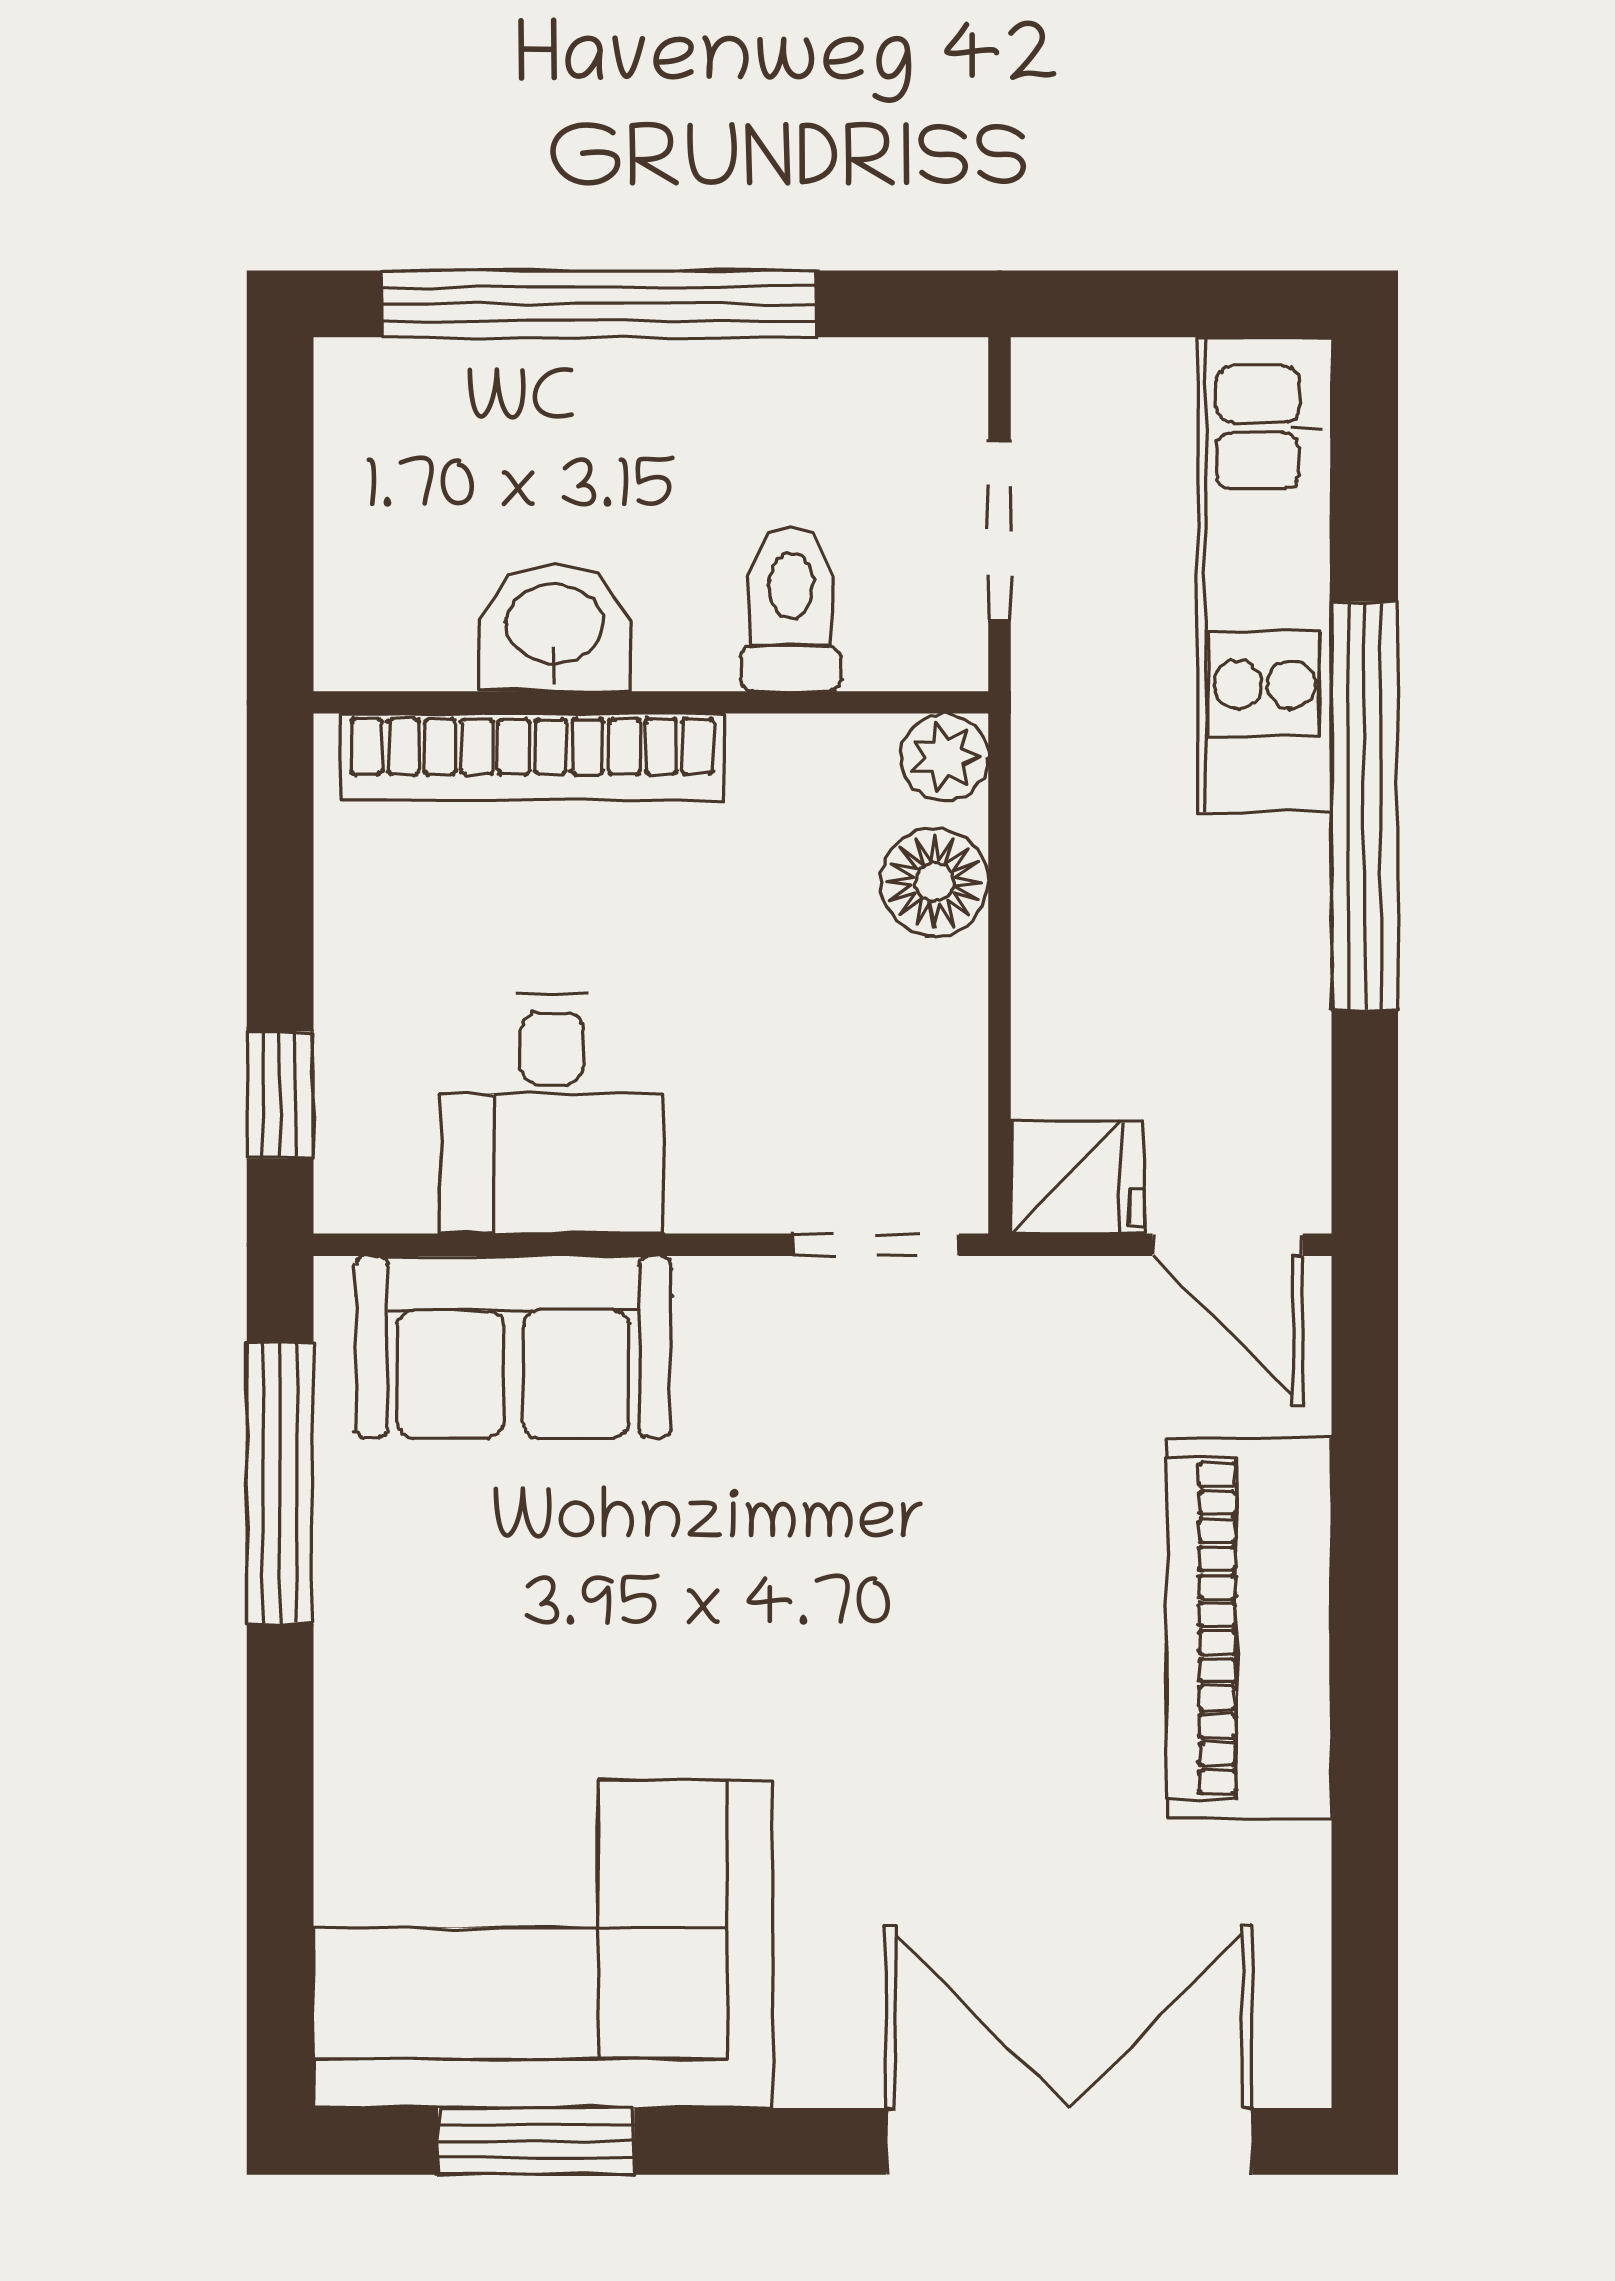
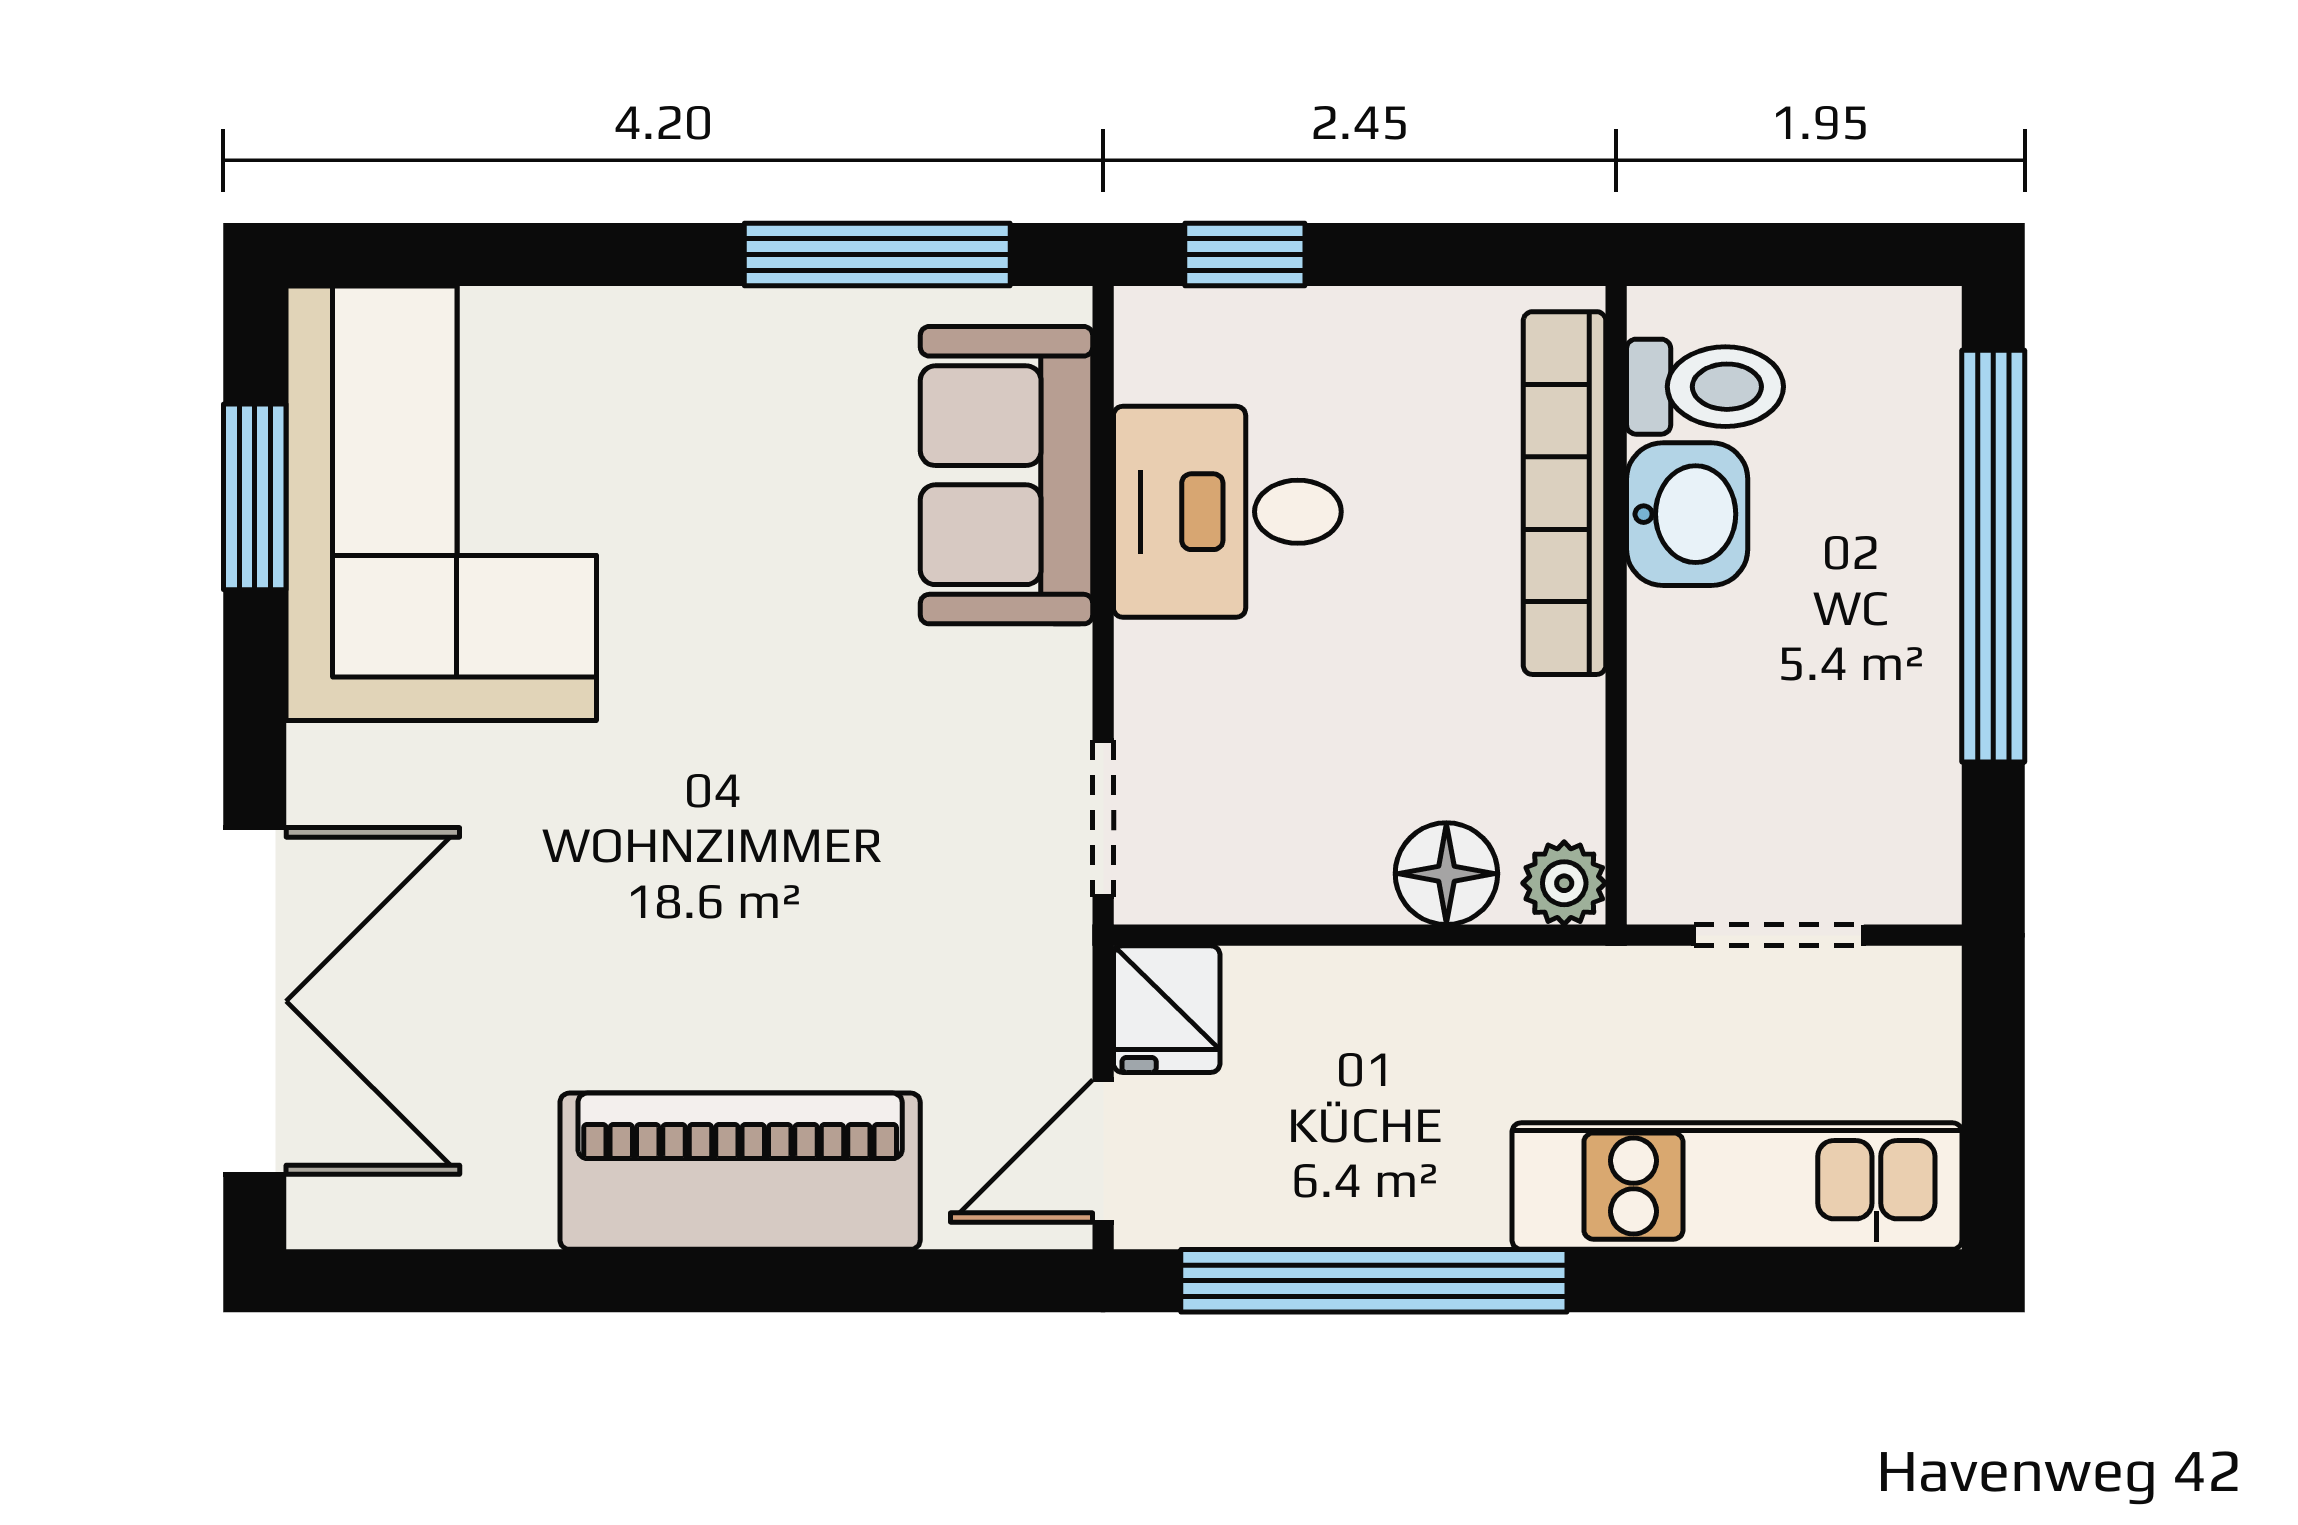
toilet: (791, 609) -> (1705, 387), moved
window: (1365, 806) -> (1374, 1281), moved

